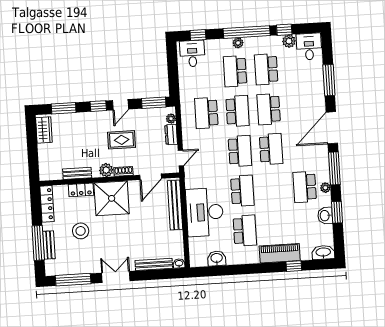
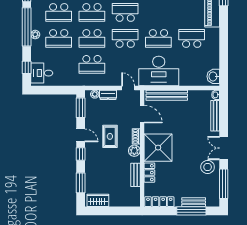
school desk: (237, 111) -> (92, 38), turned 180
school desk: (242, 191) -> (158, 38), turned 180
desk: (205, 212) -> (159, 71), moved
stool: (81, 231) -> (208, 167), moved
washbasin: (217, 258) -> (213, 76), moved

